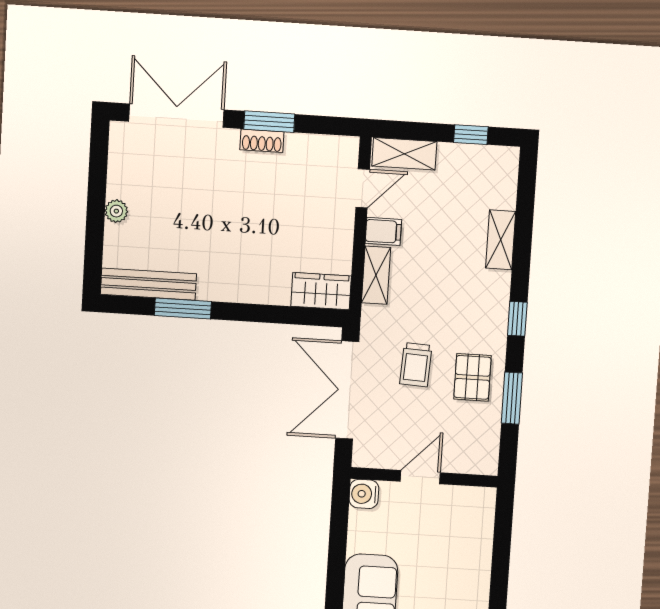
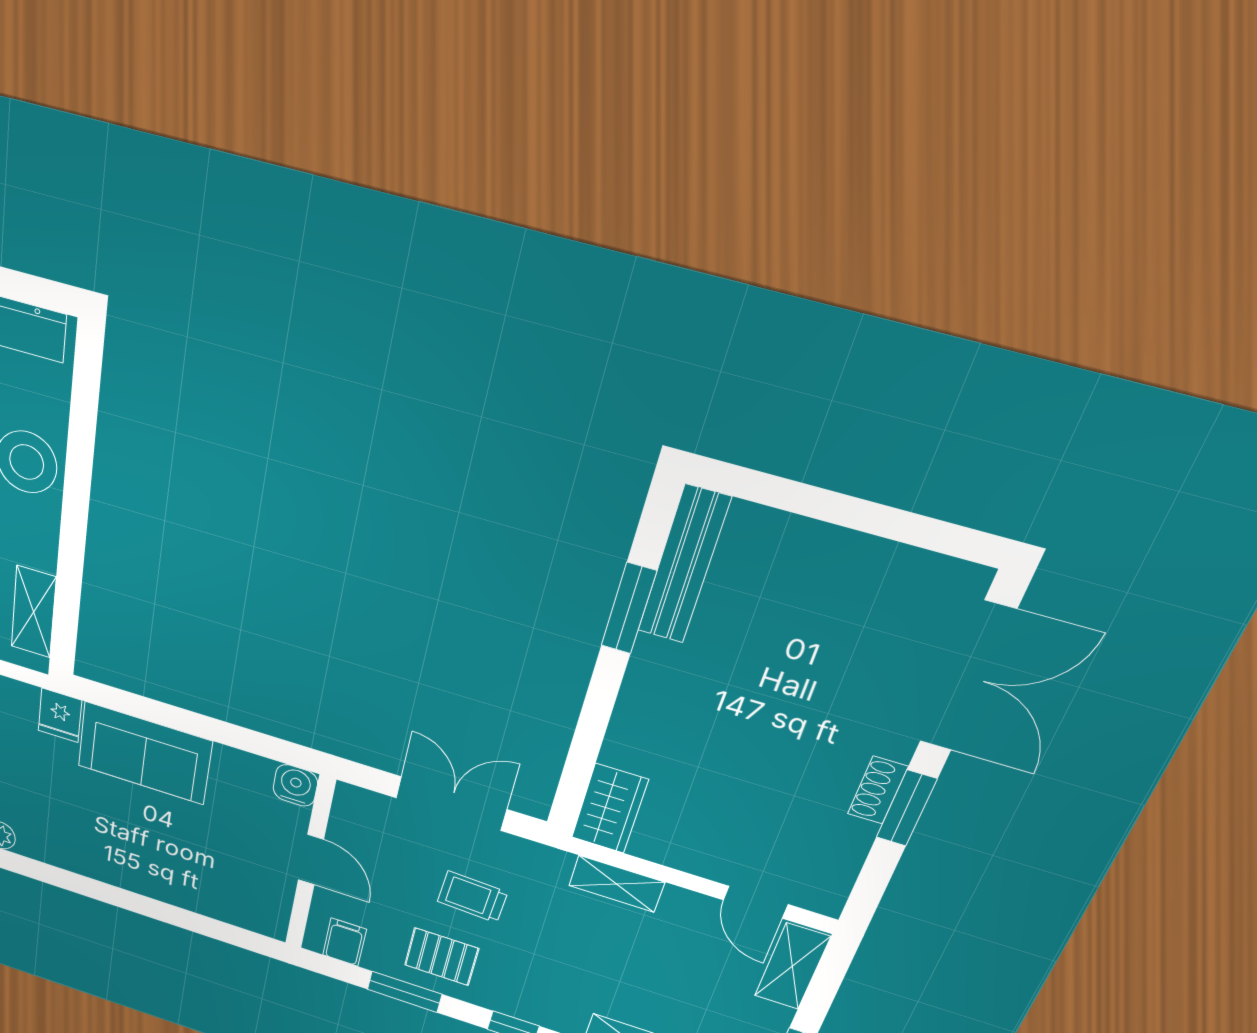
plant: (116, 211) -> (827, 543), removed
filing cabinet: (383, 231) -> (345, 942), moved, turned 180
double door: (347, 390) -> (451, 804), width x0.73

